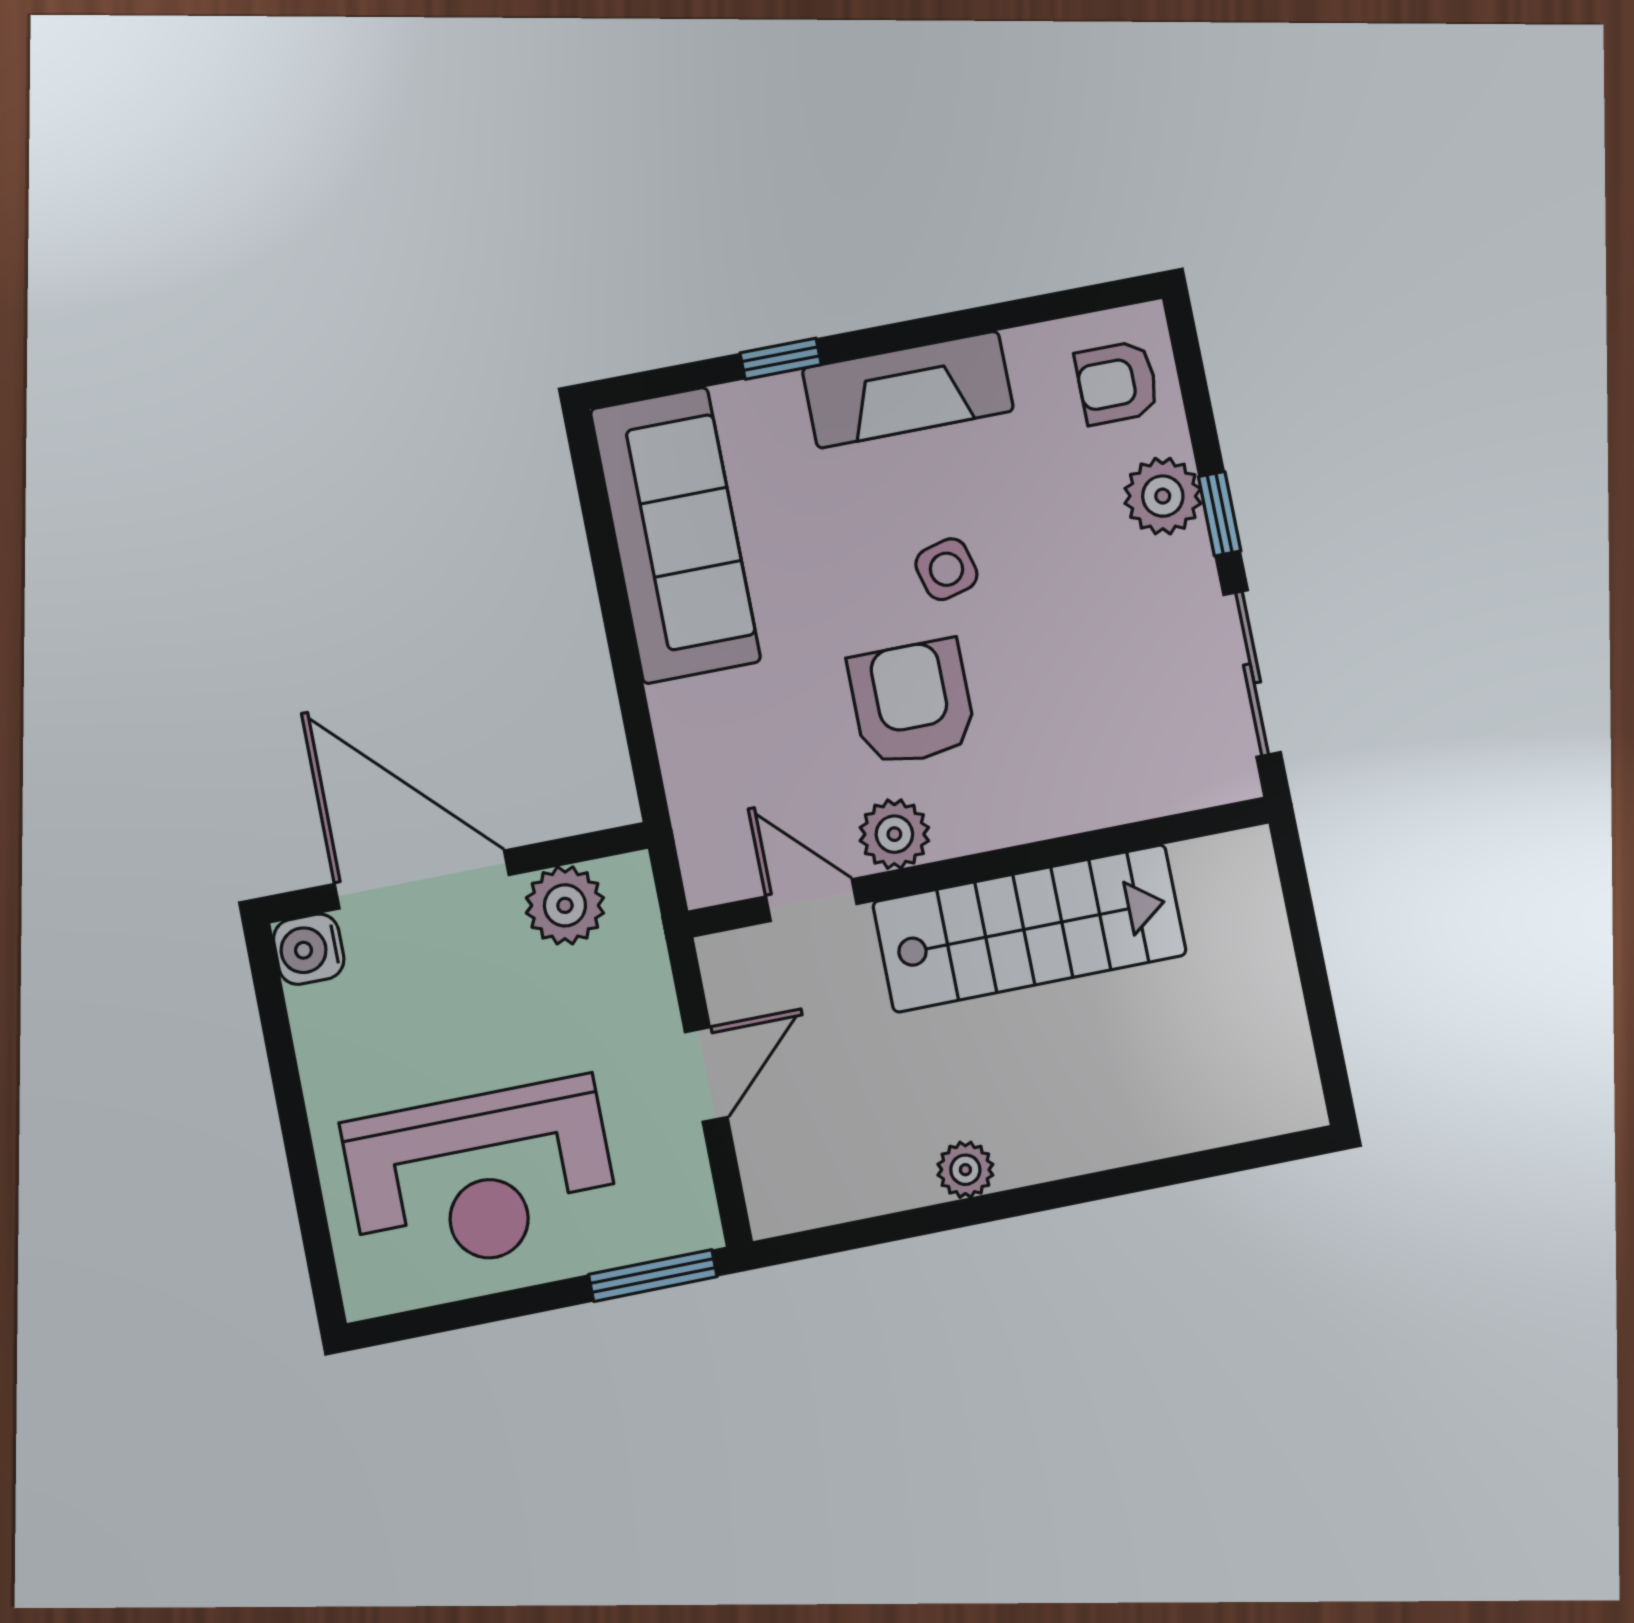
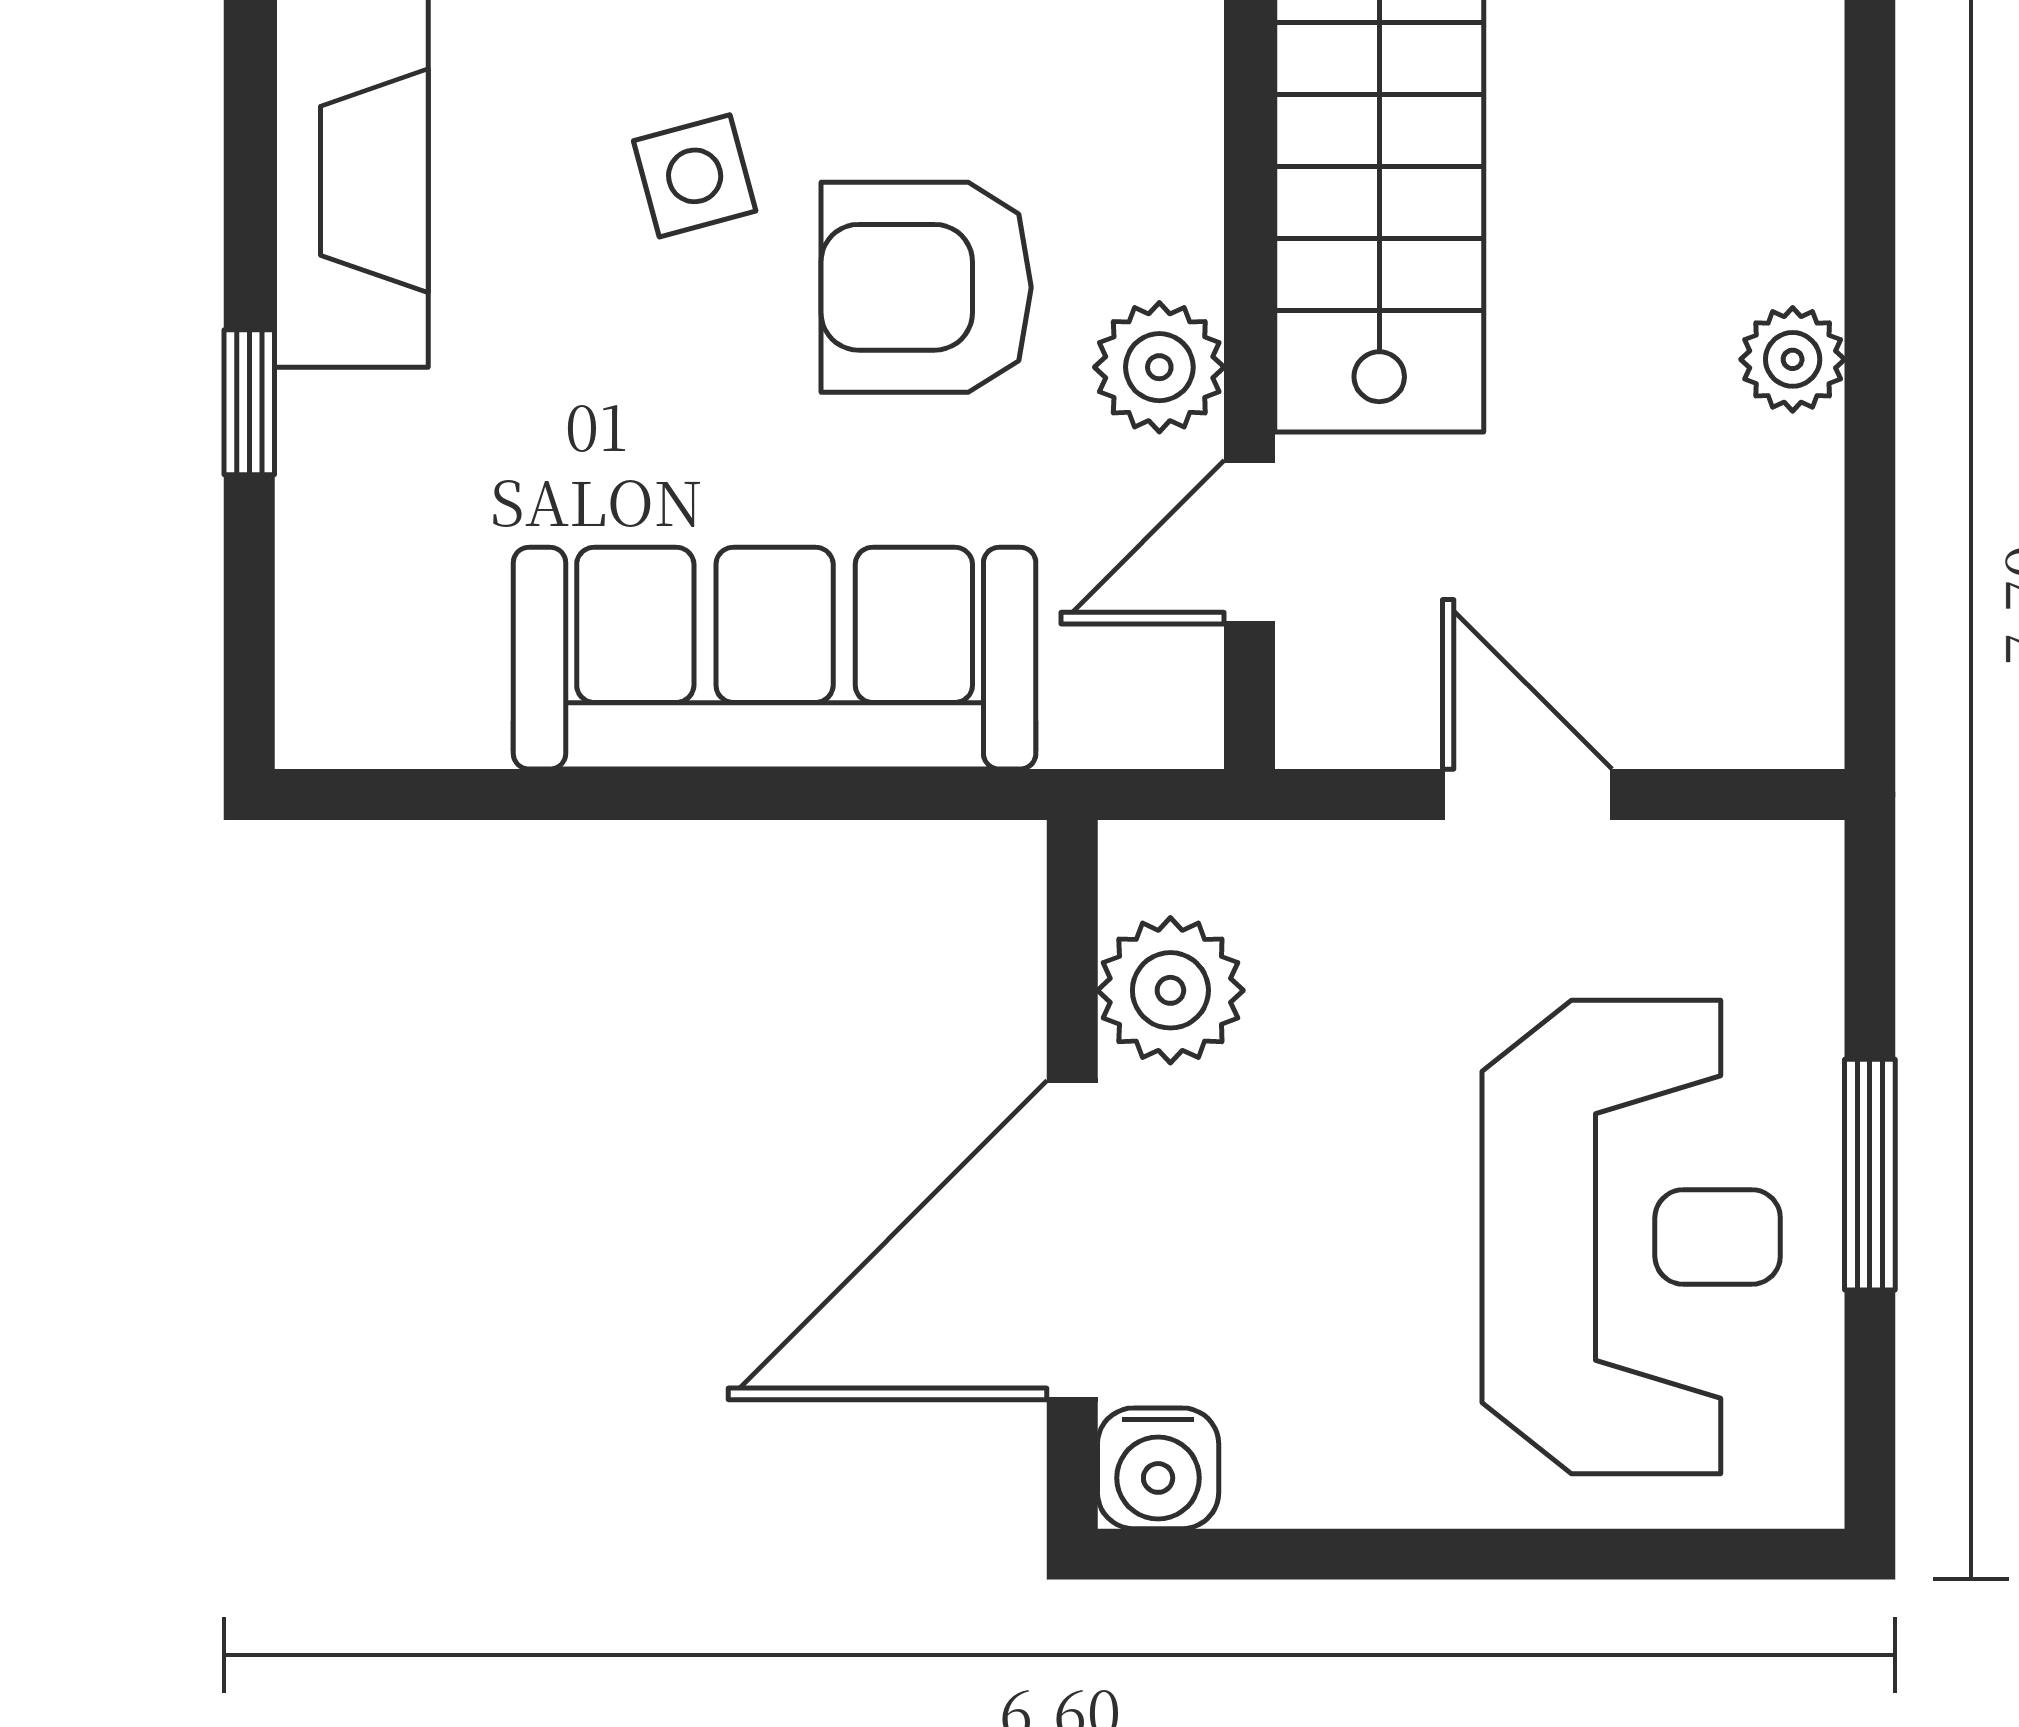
sofa: (675, 535) -> (775, 658), moved
window: (653, 1276) -> (1870, 1175), moved

